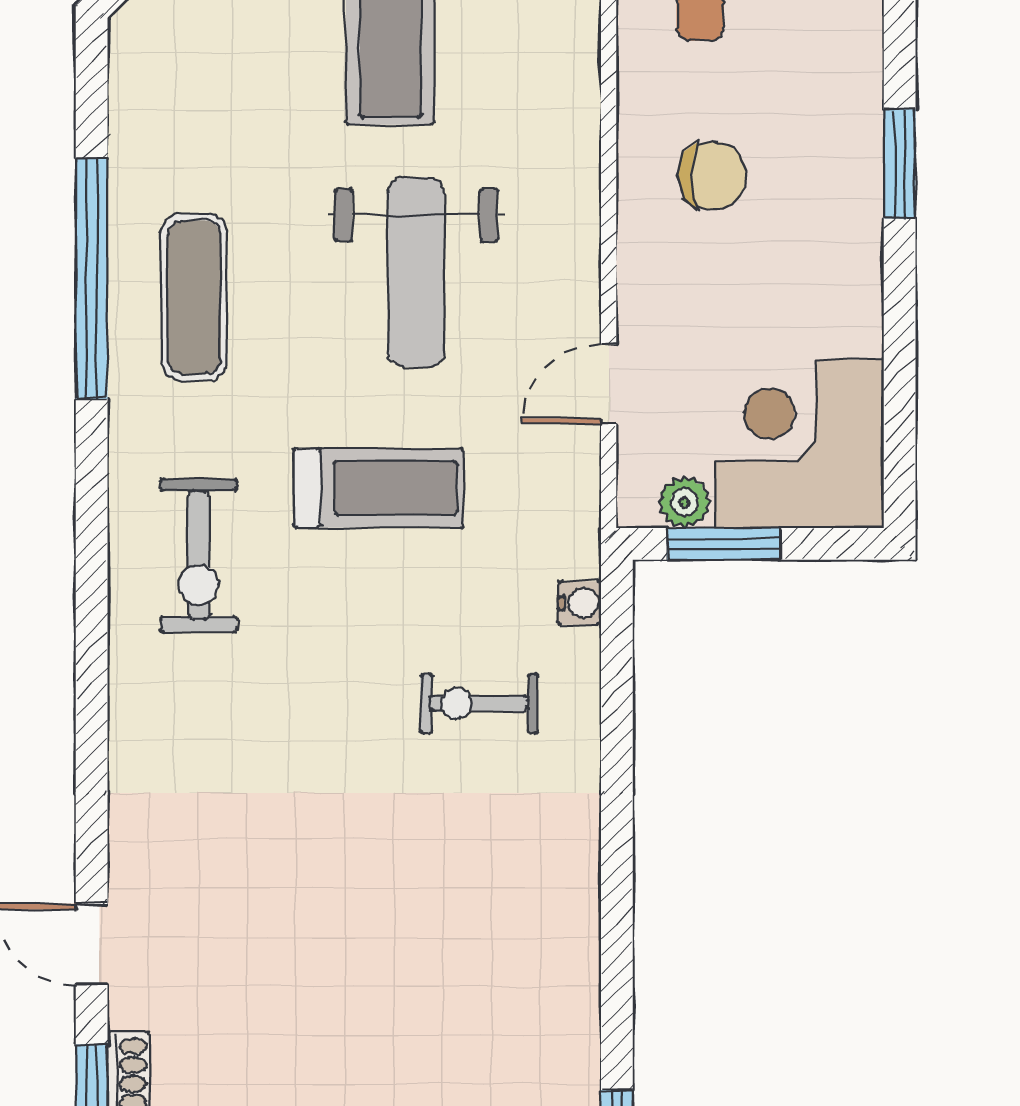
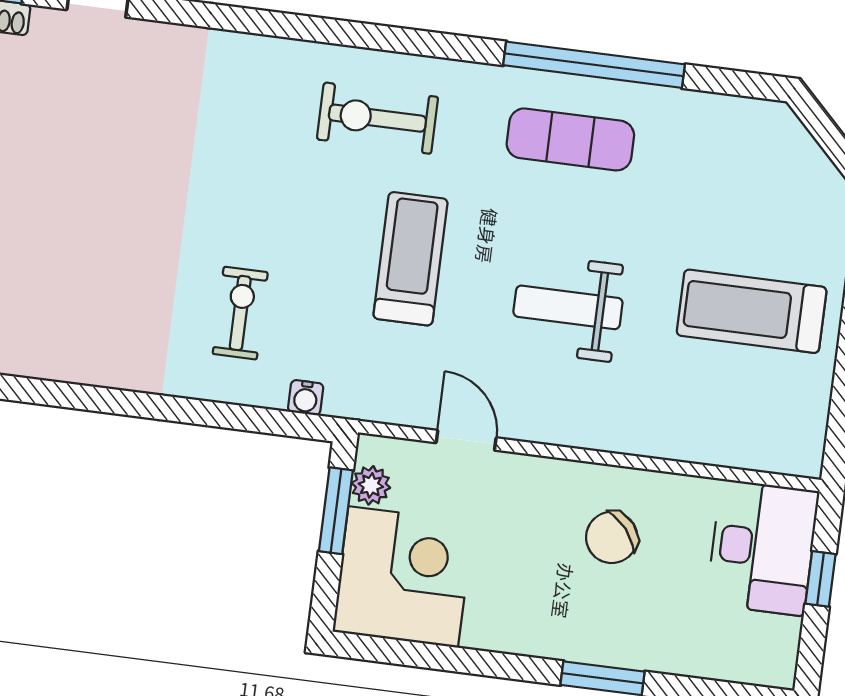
chair: (712, 175) -> (612, 537), turned 50
weight bench: (416, 272) -> (568, 307), width x0.73, depth x0.75
treadmill: (379, 488) -> (411, 259), turned 180

